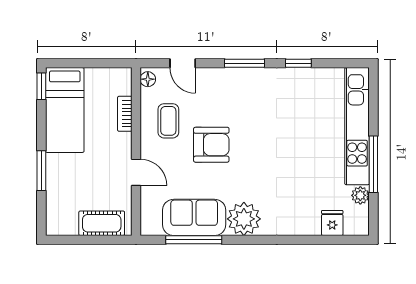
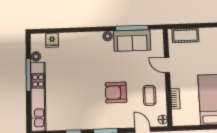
armchair: (211, 145) -> (116, 93), moved
plant: (244, 219) -> (108, 36), width x0.53, depth x0.53

